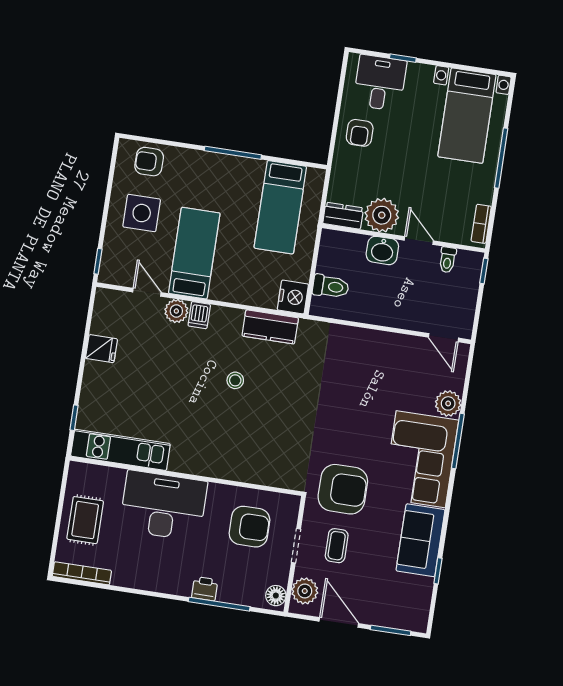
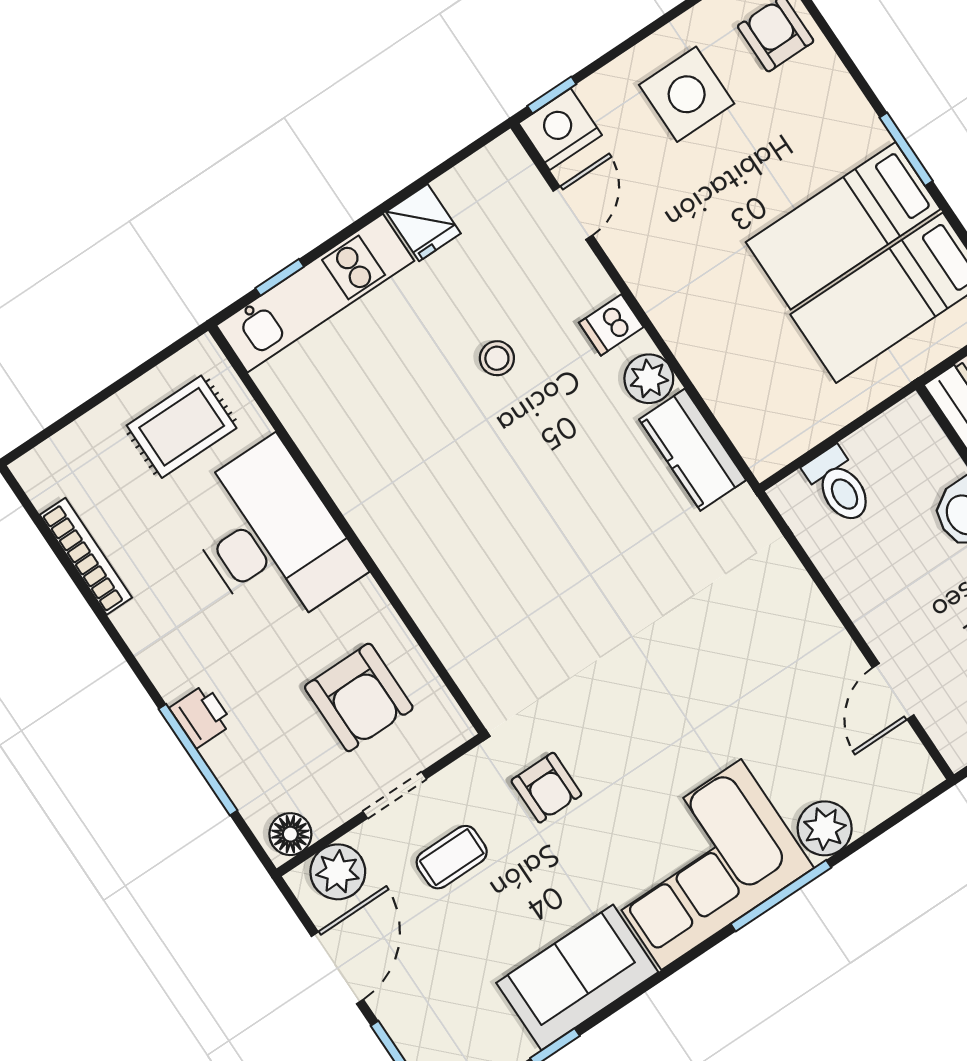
window: (233, 153) -> (906, 149), width x0.69
bed: (194, 253) -> (843, 226), moved, turned 180
nightstand: (293, 297) -> (560, 129), moved, turned 180
plant: (176, 311) -> (649, 379), moved
door: (444, 338) -> (893, 691), moved
stool: (235, 380) -> (497, 358), moved
kitchen unit: (120, 450) -> (315, 293), moved, turned 90
armchair: (343, 489) -> (546, 788), width x0.53, depth x0.53
rug: (85, 520) -> (182, 427), moved
bookcase: (82, 573) -> (86, 556), moved

